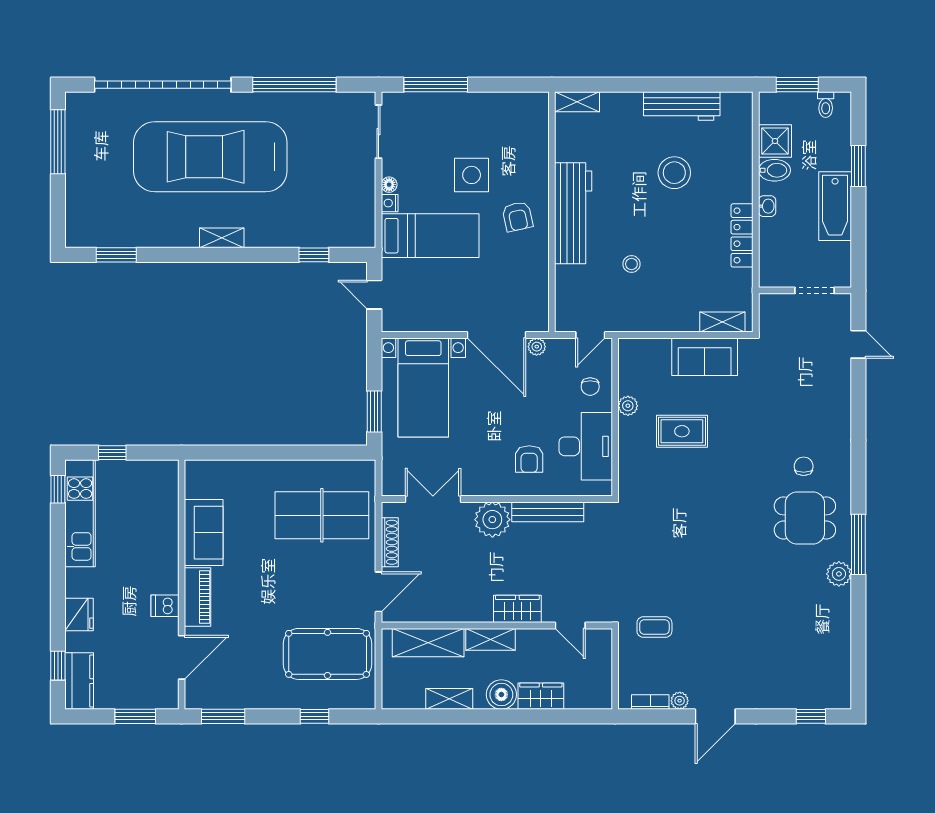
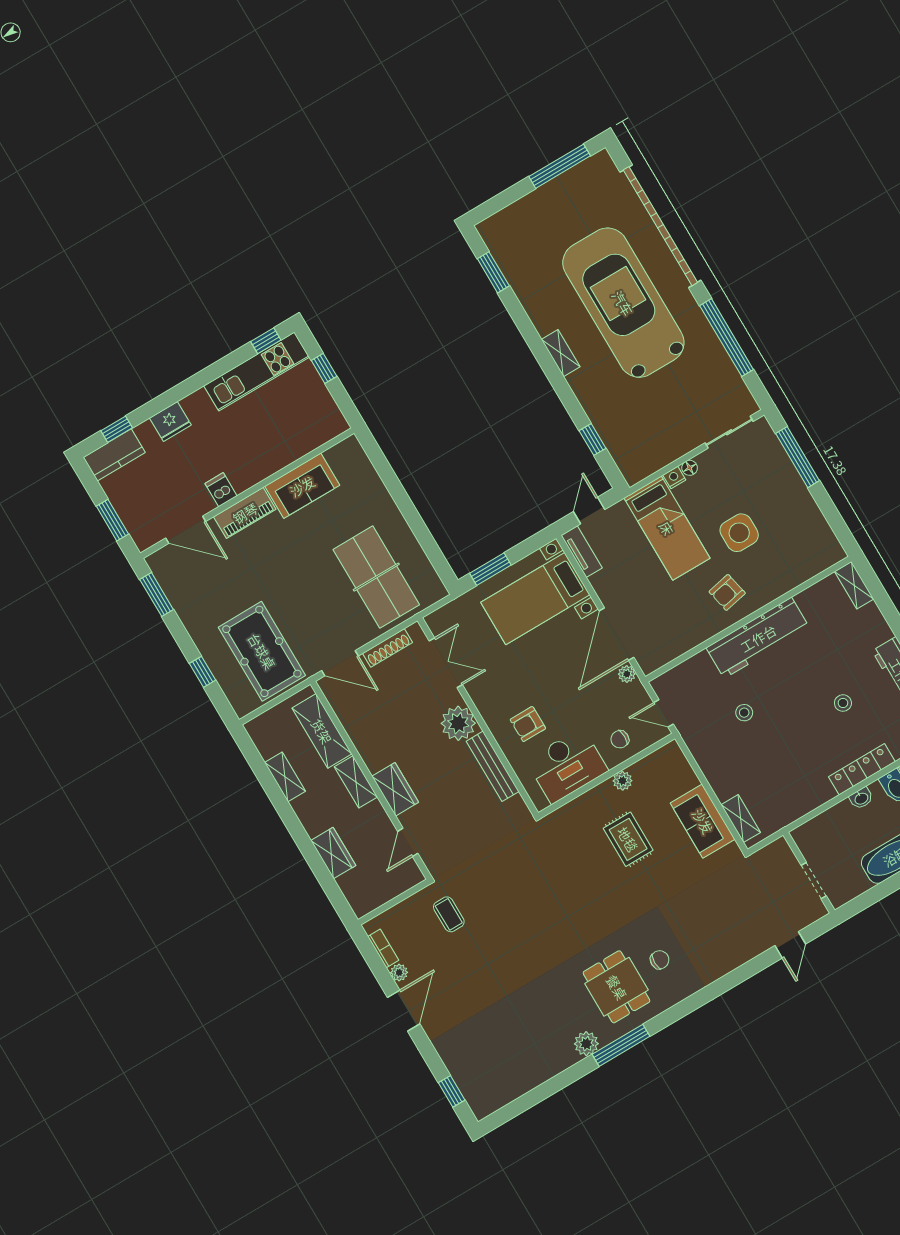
stool: (674, 173) -> (843, 703), width x0.53, depth x0.53
locker: (742, 235) -> (862, 769), moved
tv unit: (406, 323) -> (582, 552), added
boiler: (501, 695) -> (315, 819), removed
door: (715, 716) -> (404, 1011), swing flipped

